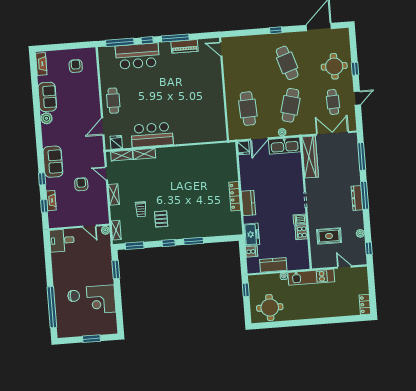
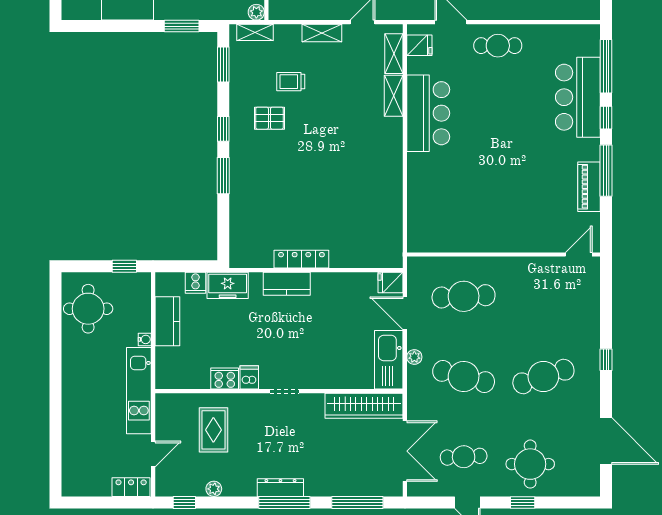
locker: (365, 304) -> (131, 487), moved

